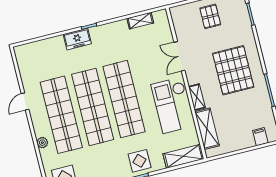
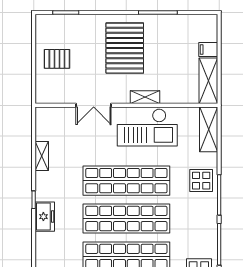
shelving: (140, 21) -> (42, 156), moved
pallet: (233, 70) -> (125, 48), turned 90
shelving: (207, 129) -> (208, 81), moved, turned 90
filing cabinet: (260, 137) -> (208, 50), moved

